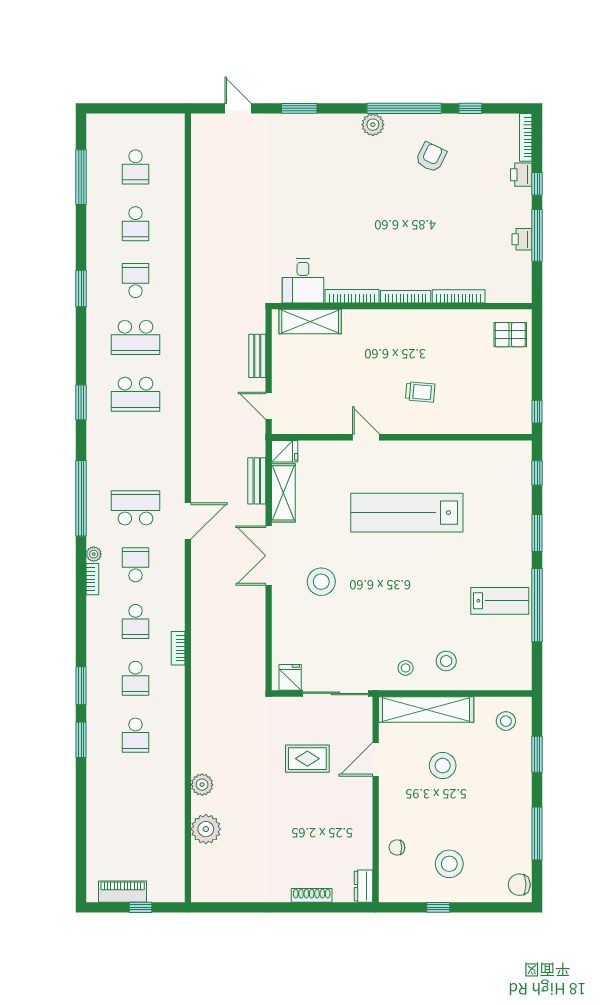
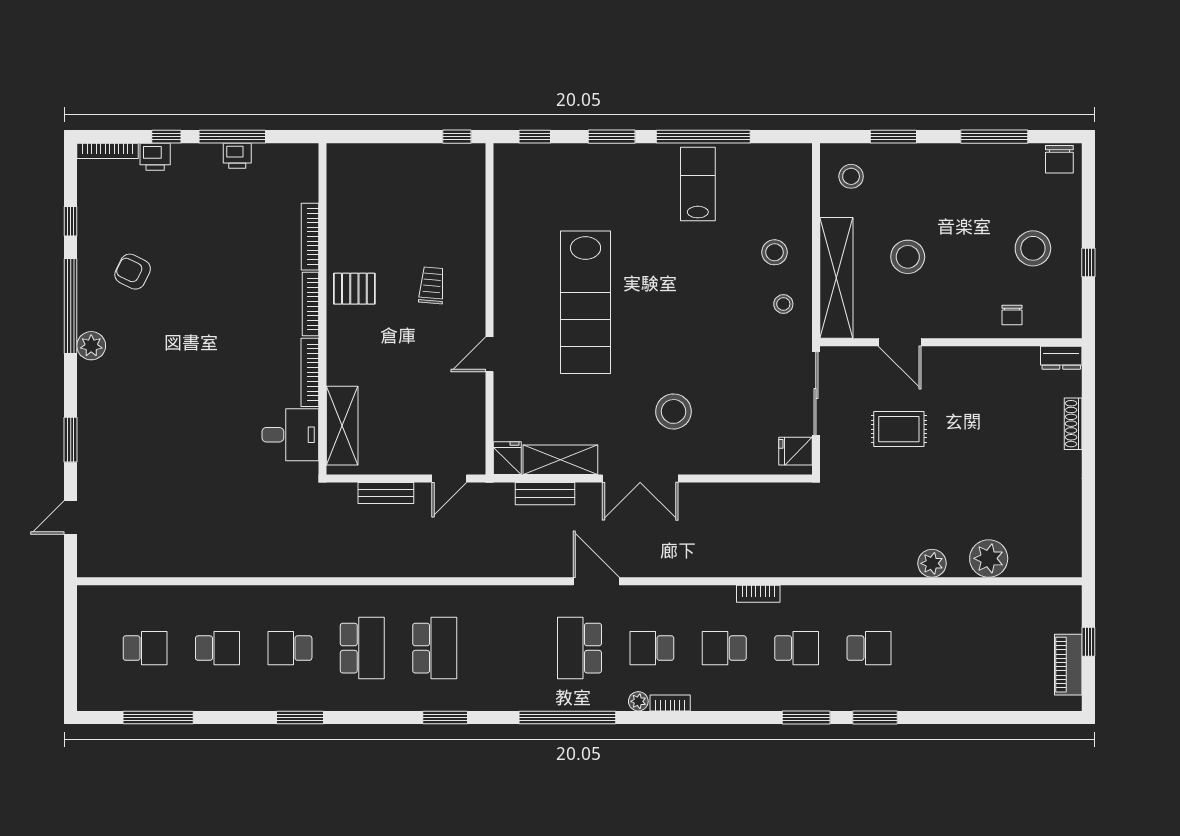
pallet: (510, 335) -> (354, 289), moved, turned 90
school desk: (135, 622) -> (724, 648), turned 180
rug: (307, 759) -> (899, 429), turned 90

